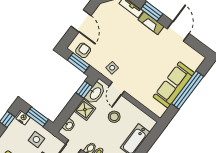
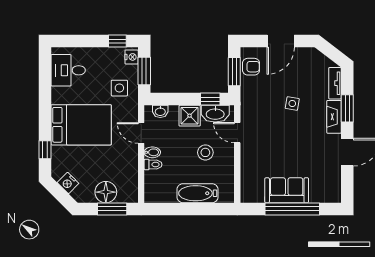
side table: (112, 68) -> (292, 104), moved
sofa: (174, 85) -> (287, 190), width x0.73
door: (117, 89) -> (237, 133), hinge flipped

